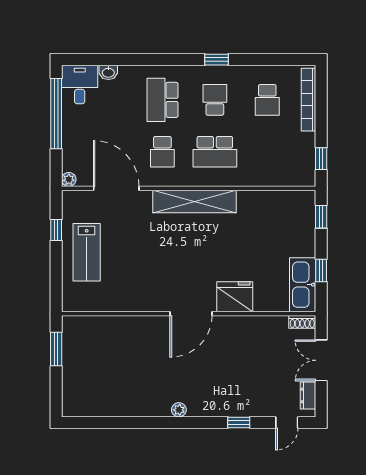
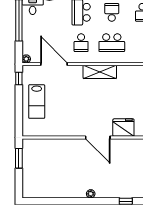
shelving: (194, 202) -> (100, 72), width x0.68
window: (56, 230) -> (19, 78), moved
door: (191, 314) -> (98, 137), hinge flipped

